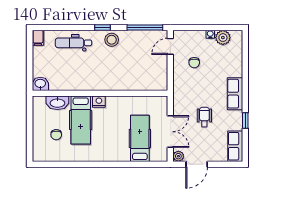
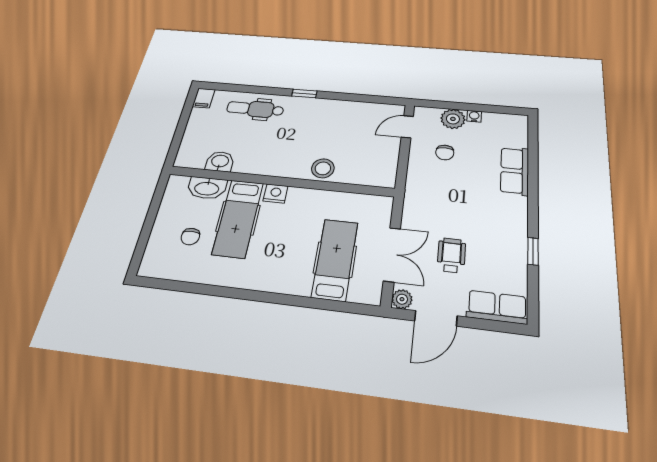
window: (145, 27) -> (370, 99), removed
plant: (223, 38) -> (453, 119), moved
stool: (112, 40) -> (323, 168), moved
washbasin: (40, 84) -> (220, 162), moved
row of seats: (235, 94) -> (515, 171), moved
wheelchair: (204, 117) -> (451, 255), moved
row of seats: (235, 146) -> (497, 307), moved, turned 90

